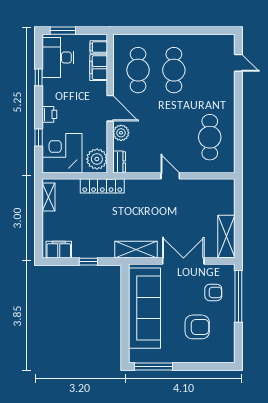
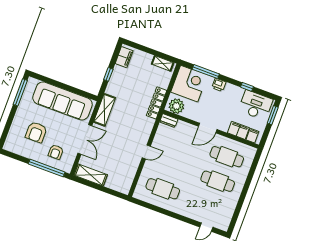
plant: (121, 133) -> (188, 129), removed
window: (39, 138) -> (206, 72), width x2.17

